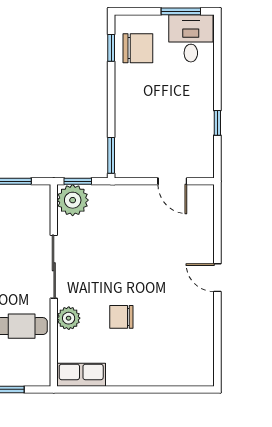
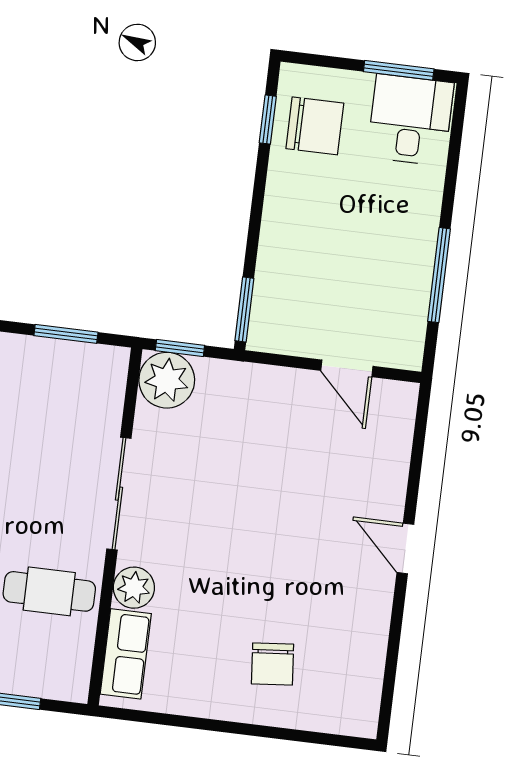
window: (217, 123) -> (439, 275), width x2.17
chair: (121, 317) -> (273, 664), moved, turned -95
row of seats: (81, 375) -> (126, 654), moved, turned 90

